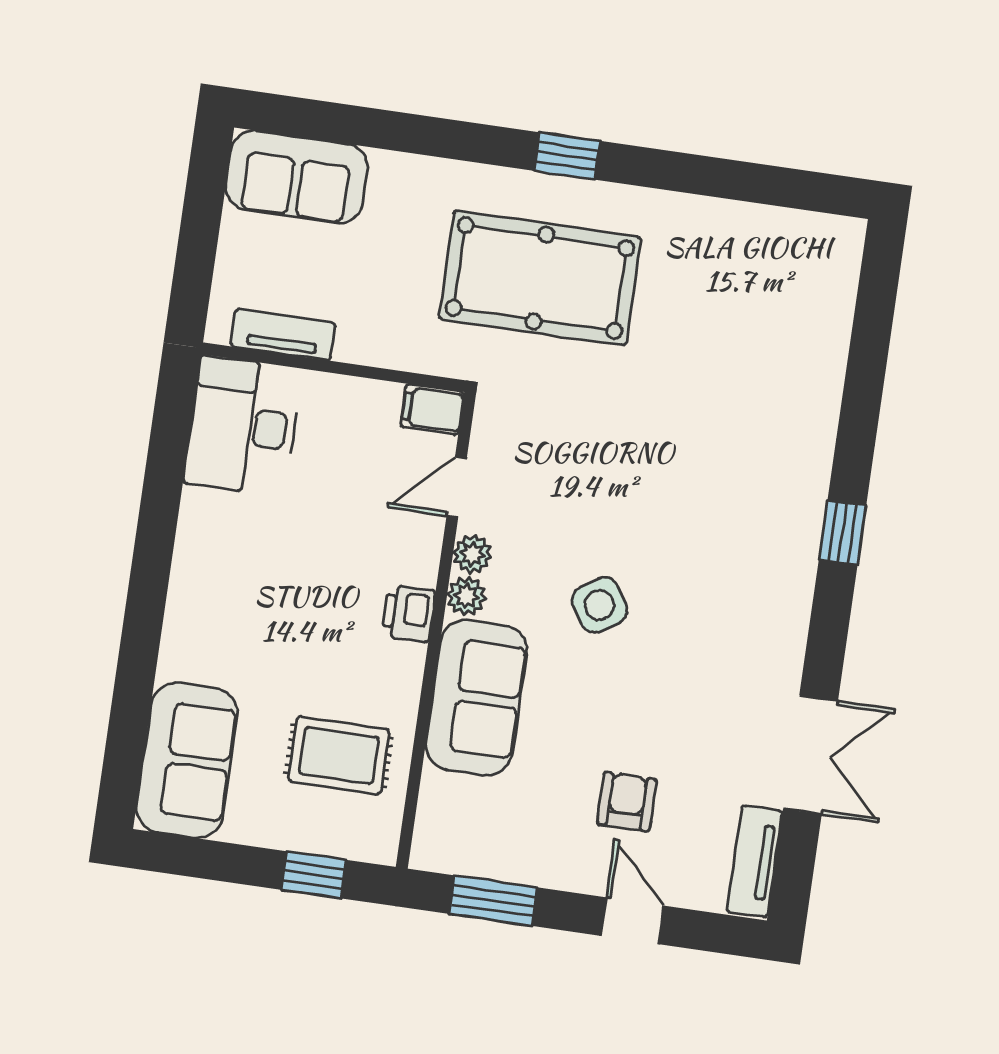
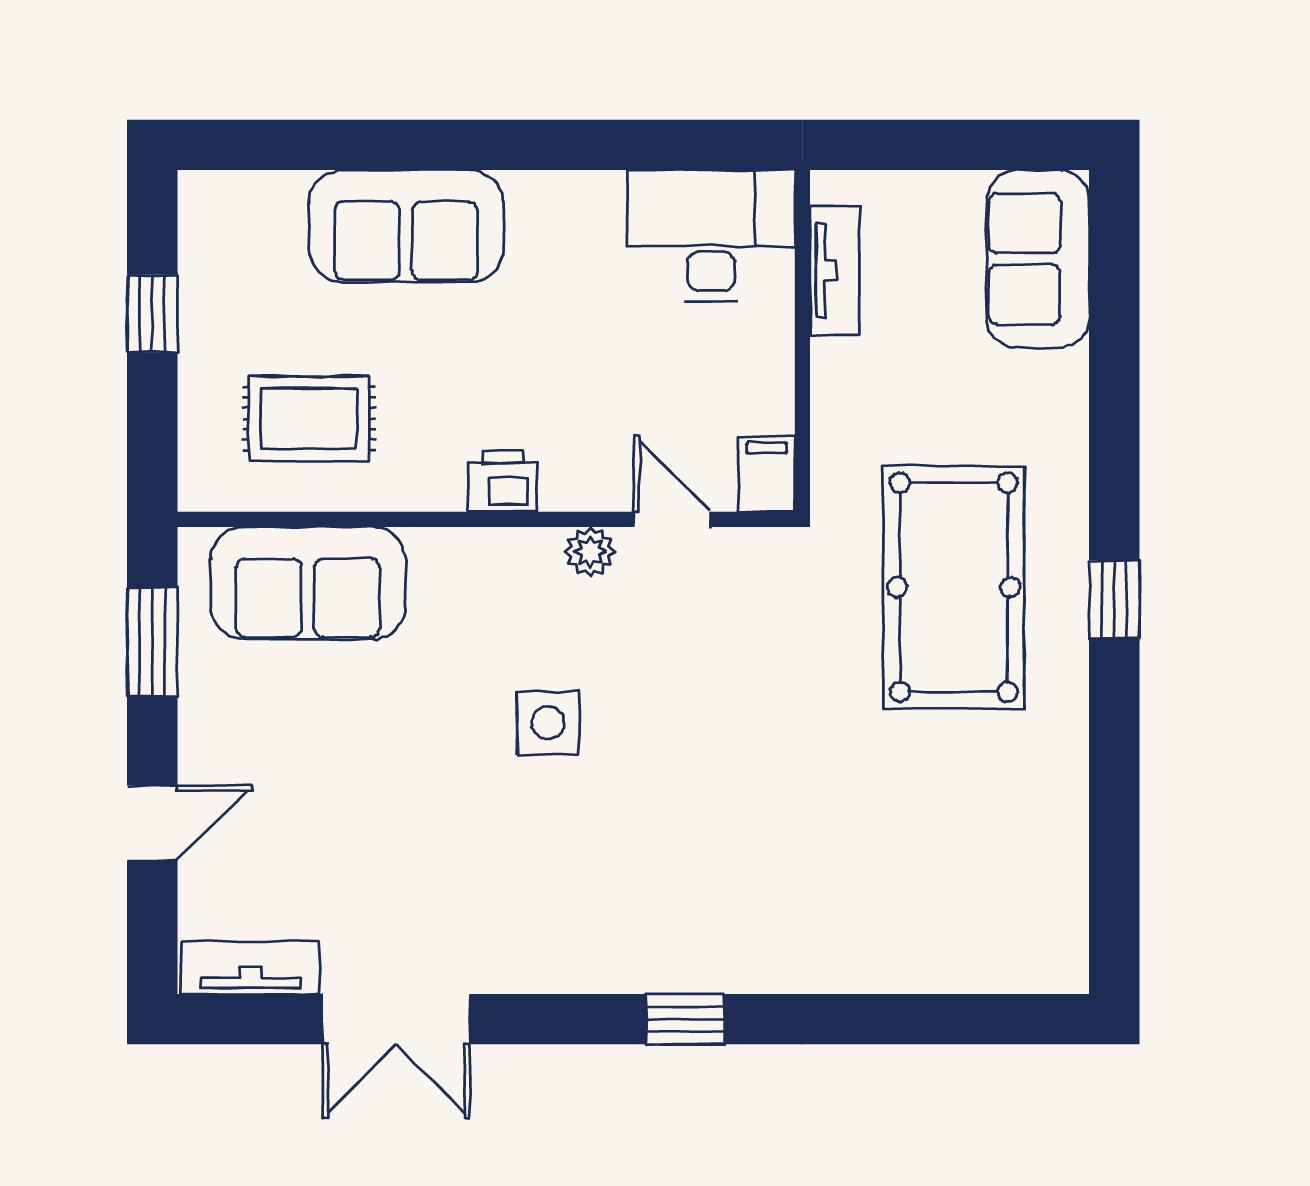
plant: (466, 596) -> (535, 552), removed
side table: (600, 605) -> (548, 723), turned 33
sofa: (476, 698) -> (308, 583), moved
rug: (339, 755) -> (309, 419), turned 90
sofa: (187, 760) -> (406, 226), moved
armchair: (627, 802) -> (303, 794), removed
window: (314, 875) -> (152, 313), moved

